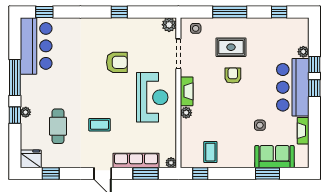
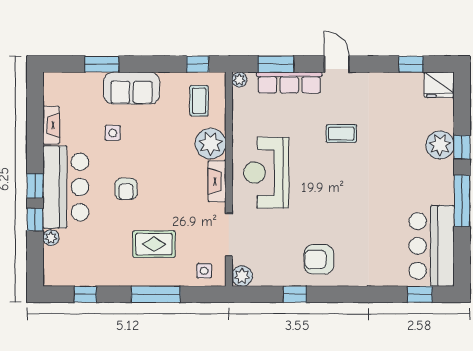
window: (119, 12) -> (295, 294), moved
armchair: (117, 62) -> (319, 259), moved
armchair: (233, 76) -> (126, 189), moved
plant: (26, 112) -> (440, 145), width x1.87, depth x1.87
plant: (186, 113) -> (211, 144), width x1.87, depth x1.87
cafe table: (58, 126) -> (400, 131), removed
coffee table: (210, 152) -> (199, 101), moved
sofa: (274, 157) -> (132, 88), moved

